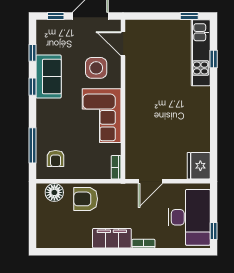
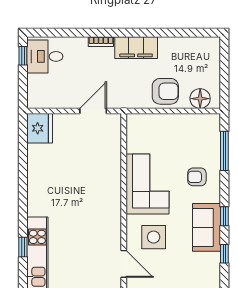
armchair: (56, 158) -> (197, 177), moved, turned -90
bookcase: (116, 167) -> (131, 127), removed
desk: (189, 217) -> (45, 56), width x0.53, depth x0.77

